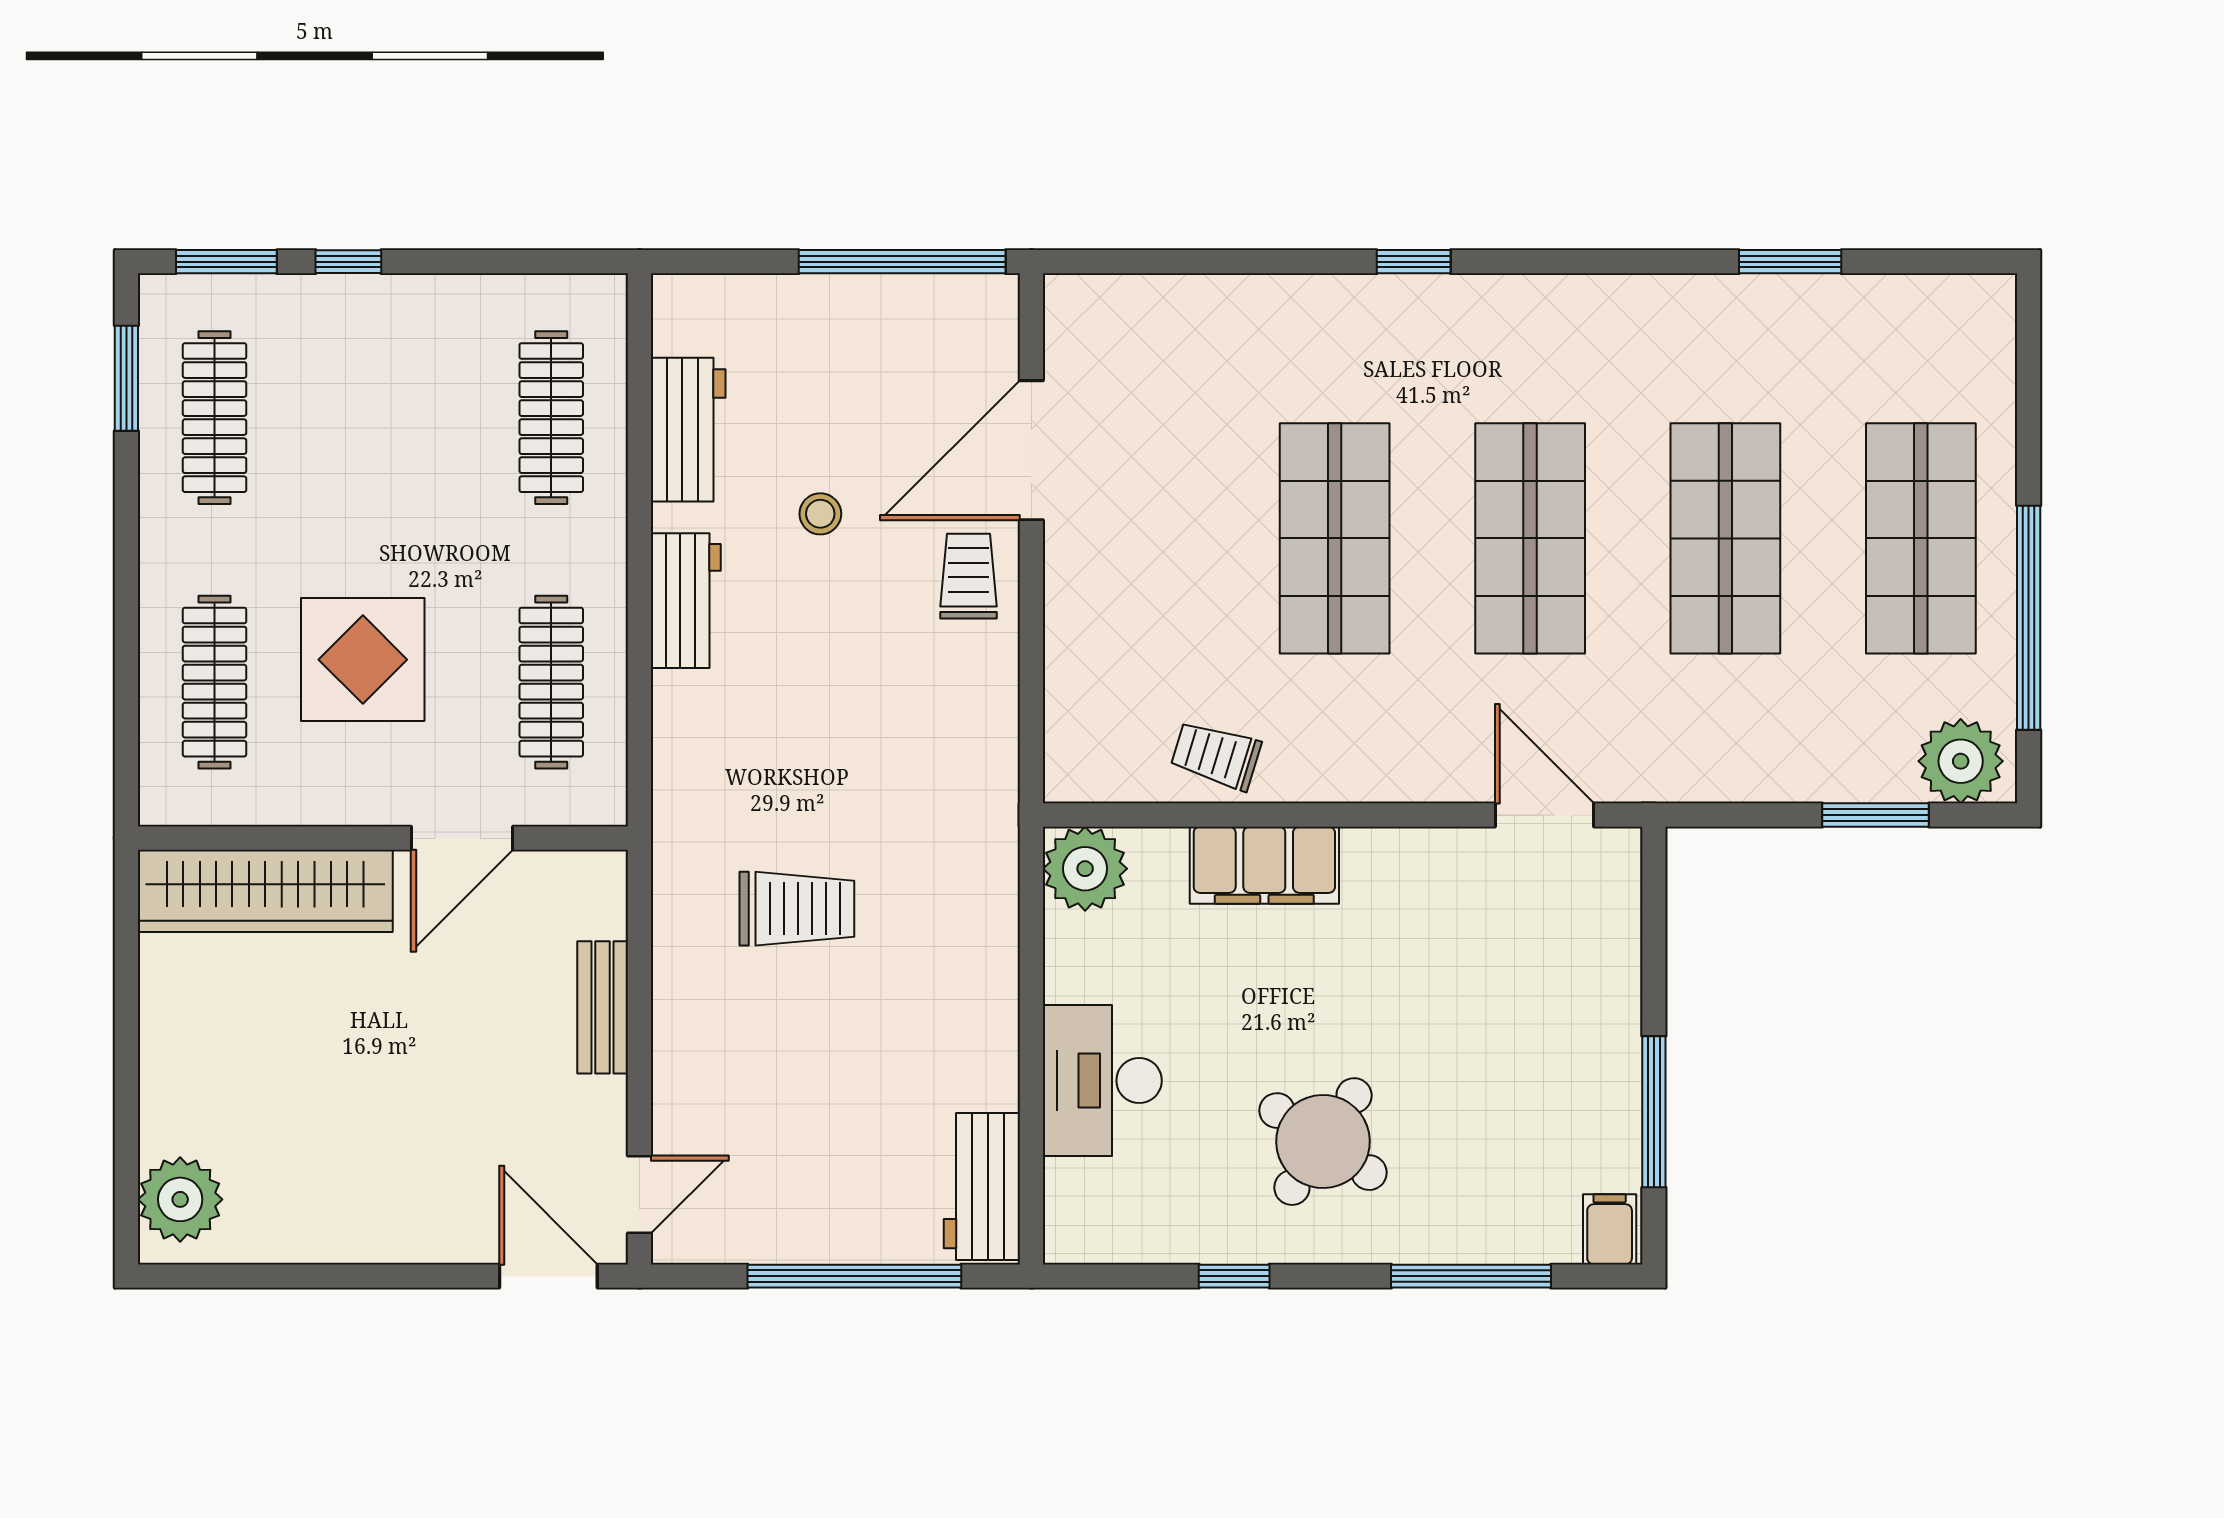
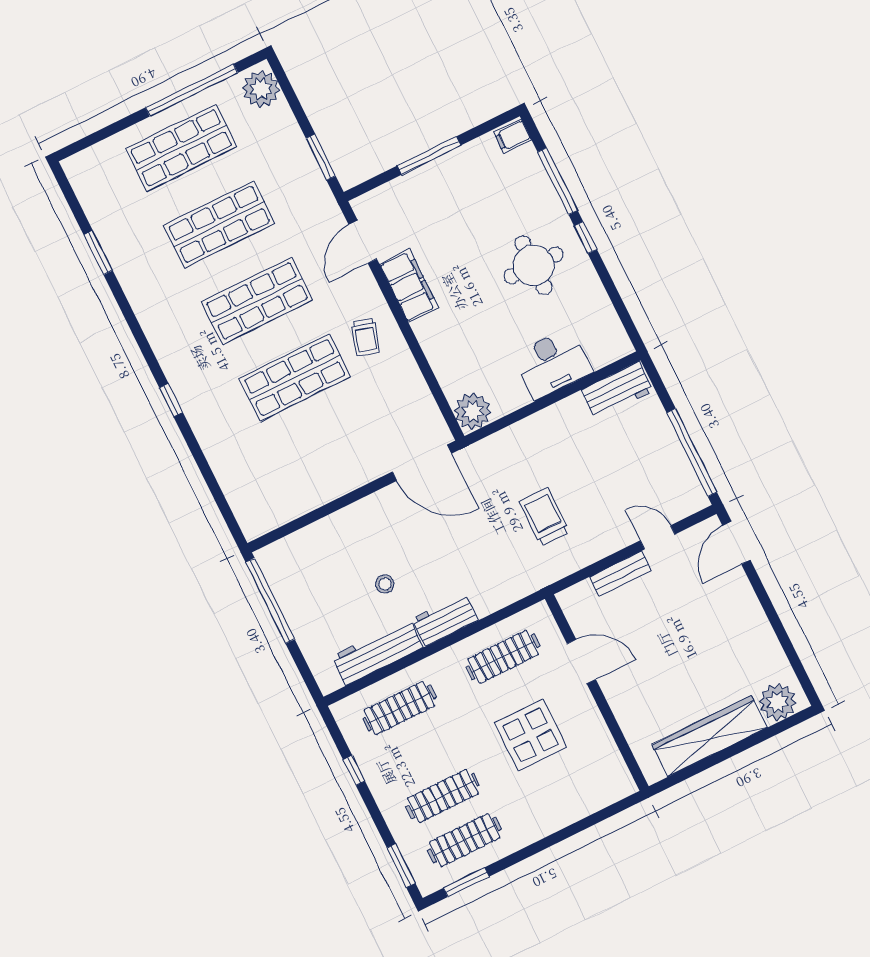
window: (348, 262) -> (354, 770), moved
workbench: (688, 430) -> (377, 652), width x1.38
door: (1031, 450) -> (422, 463), moved
trolley: (968, 576) -> (381, 514), removed
clothes rail: (215, 682) -> (443, 796), moved
trolley: (1216, 755) -> (365, 337), moved
window: (1876, 815) -> (321, 157), moved
filing cabinet: (1264, 865) -> (409, 286), moved
wardrobe: (265, 891) -> (710, 736), moved, turned -90
window: (1654, 1112) -> (429, 155), moved
round table: (1323, 1142) -> (534, 265), turned -34
door: (639, 1194) -> (658, 537), moved
window: (854, 1276) -> (692, 453), moved
window: (1234, 1276) -> (586, 238), moved

